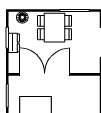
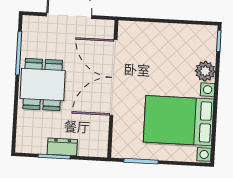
floor lamp: (22, 17) -> (25, 132), removed
double door: (45, 74) -> (113, 78), moved

